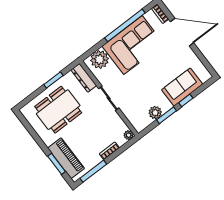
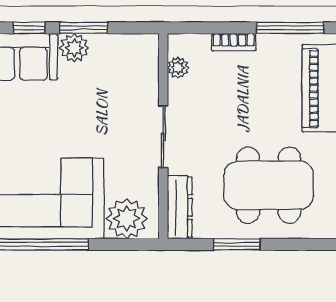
plant: (155, 113) -> (74, 48), moved
plant: (129, 135) -> (178, 68), moved

